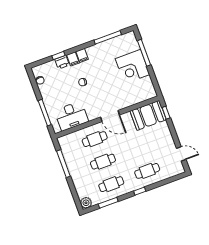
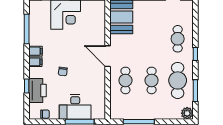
filing cabinet: (73, 59) -> (35, 51), moved
printer: (62, 62) -> (38, 91), width x1.87, depth x1.48
desk: (71, 116) -> (75, 107), moved, turned 90
door: (110, 116) -> (108, 56), swing flipped
cafe table: (111, 184) -> (178, 80), width x1.37, depth x1.35

